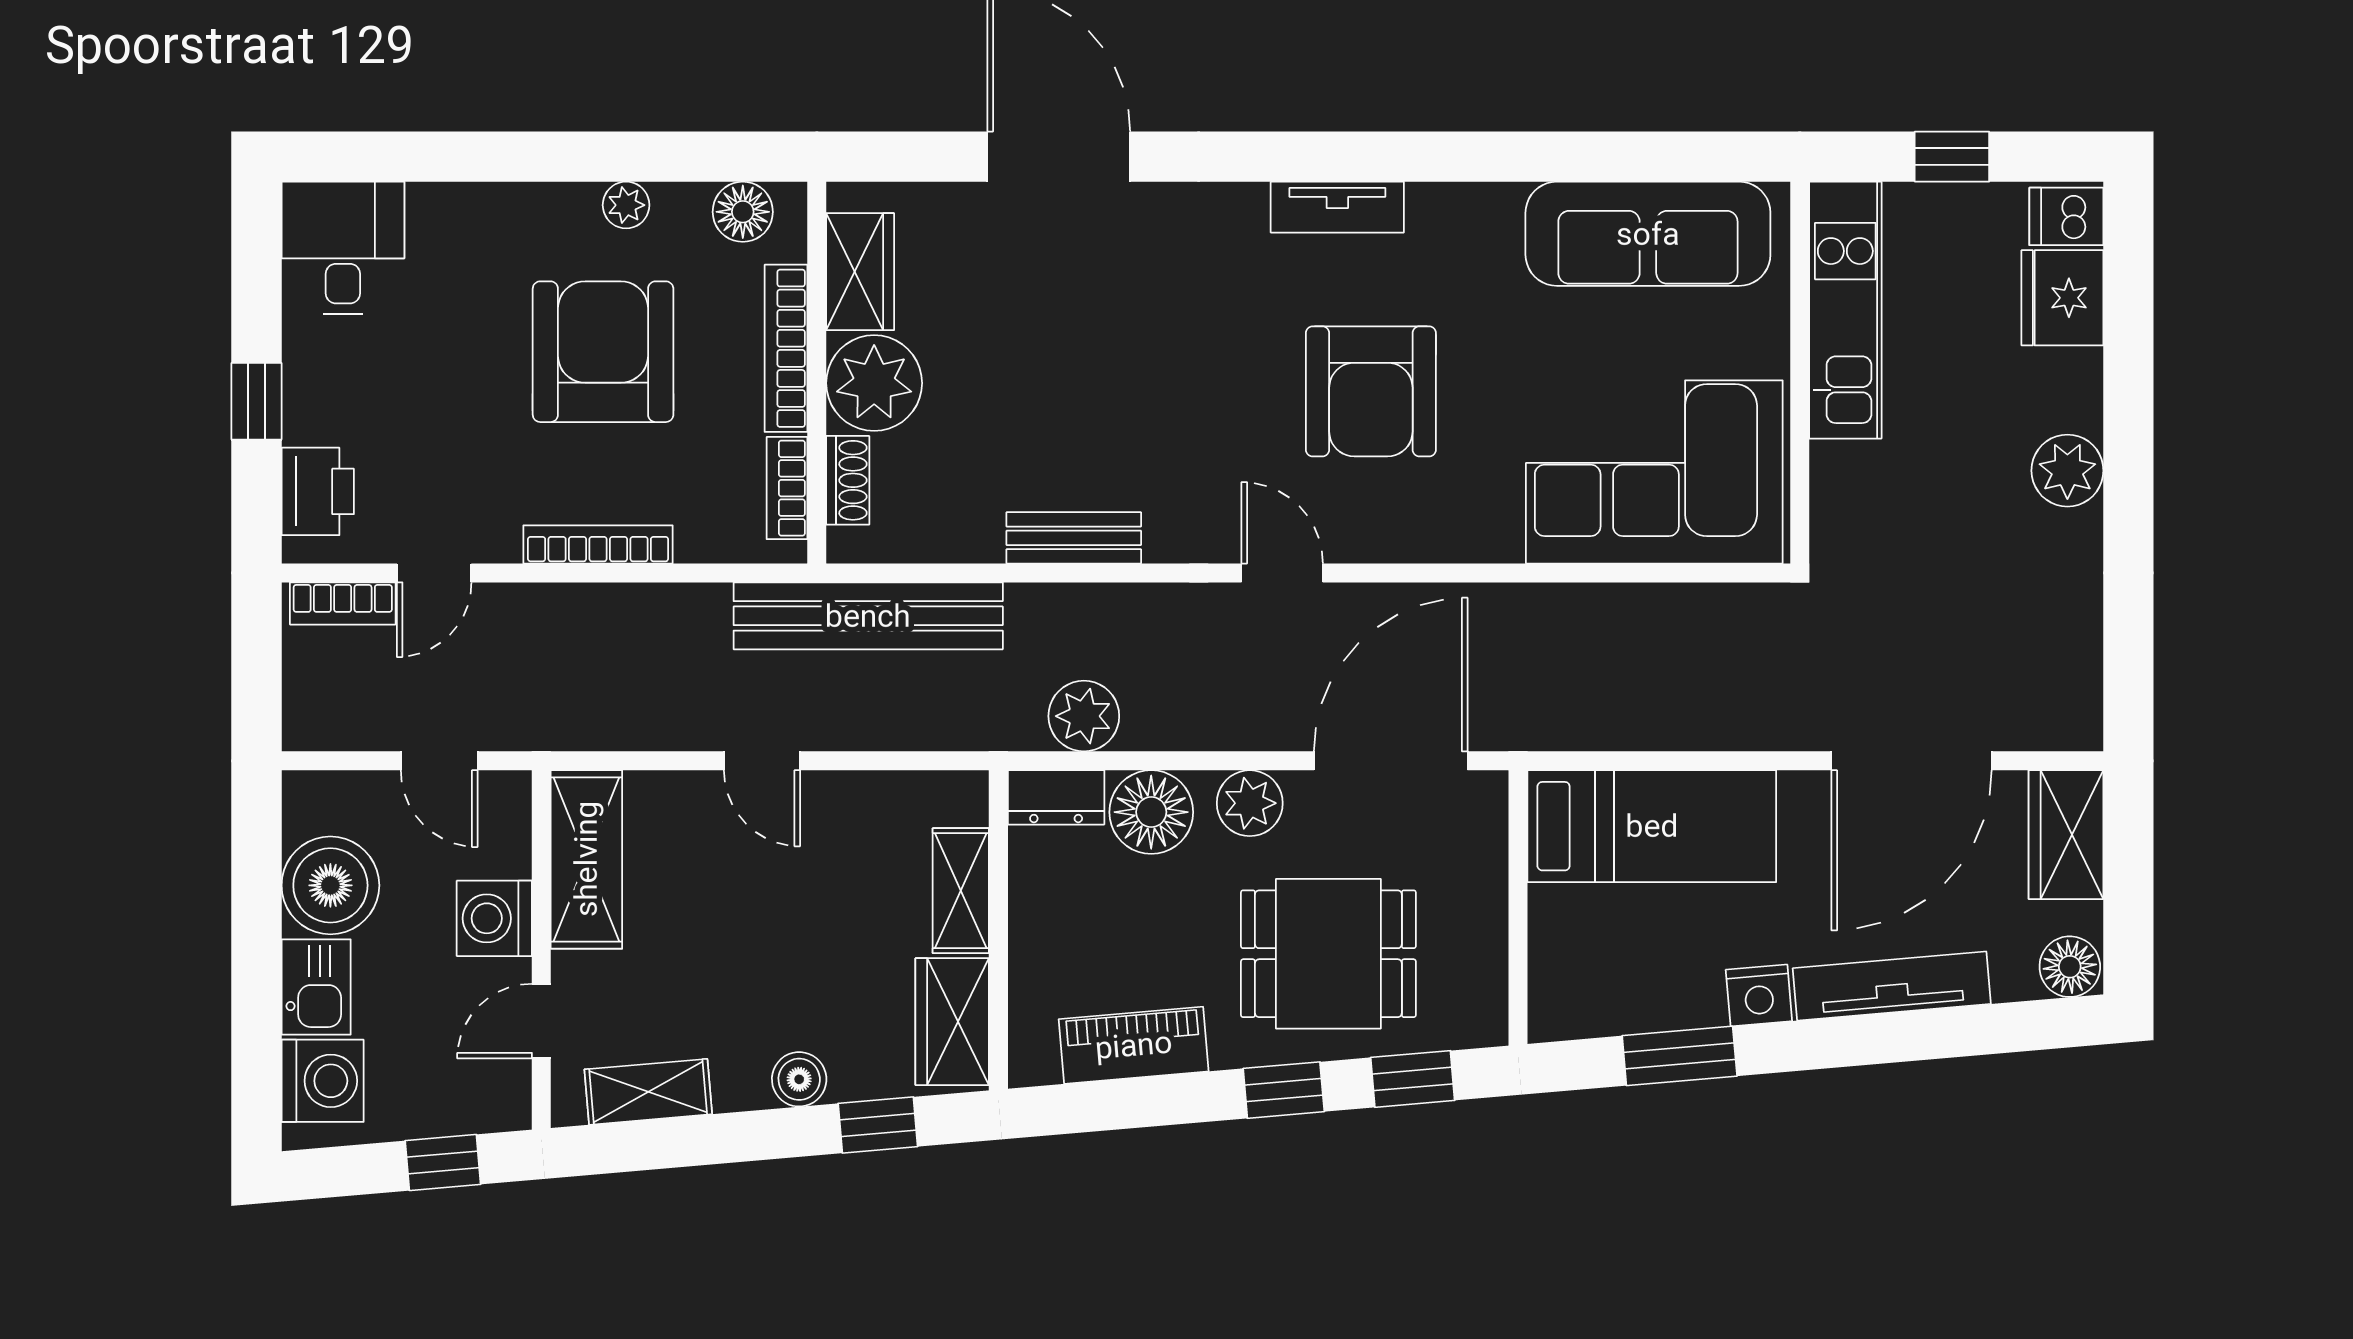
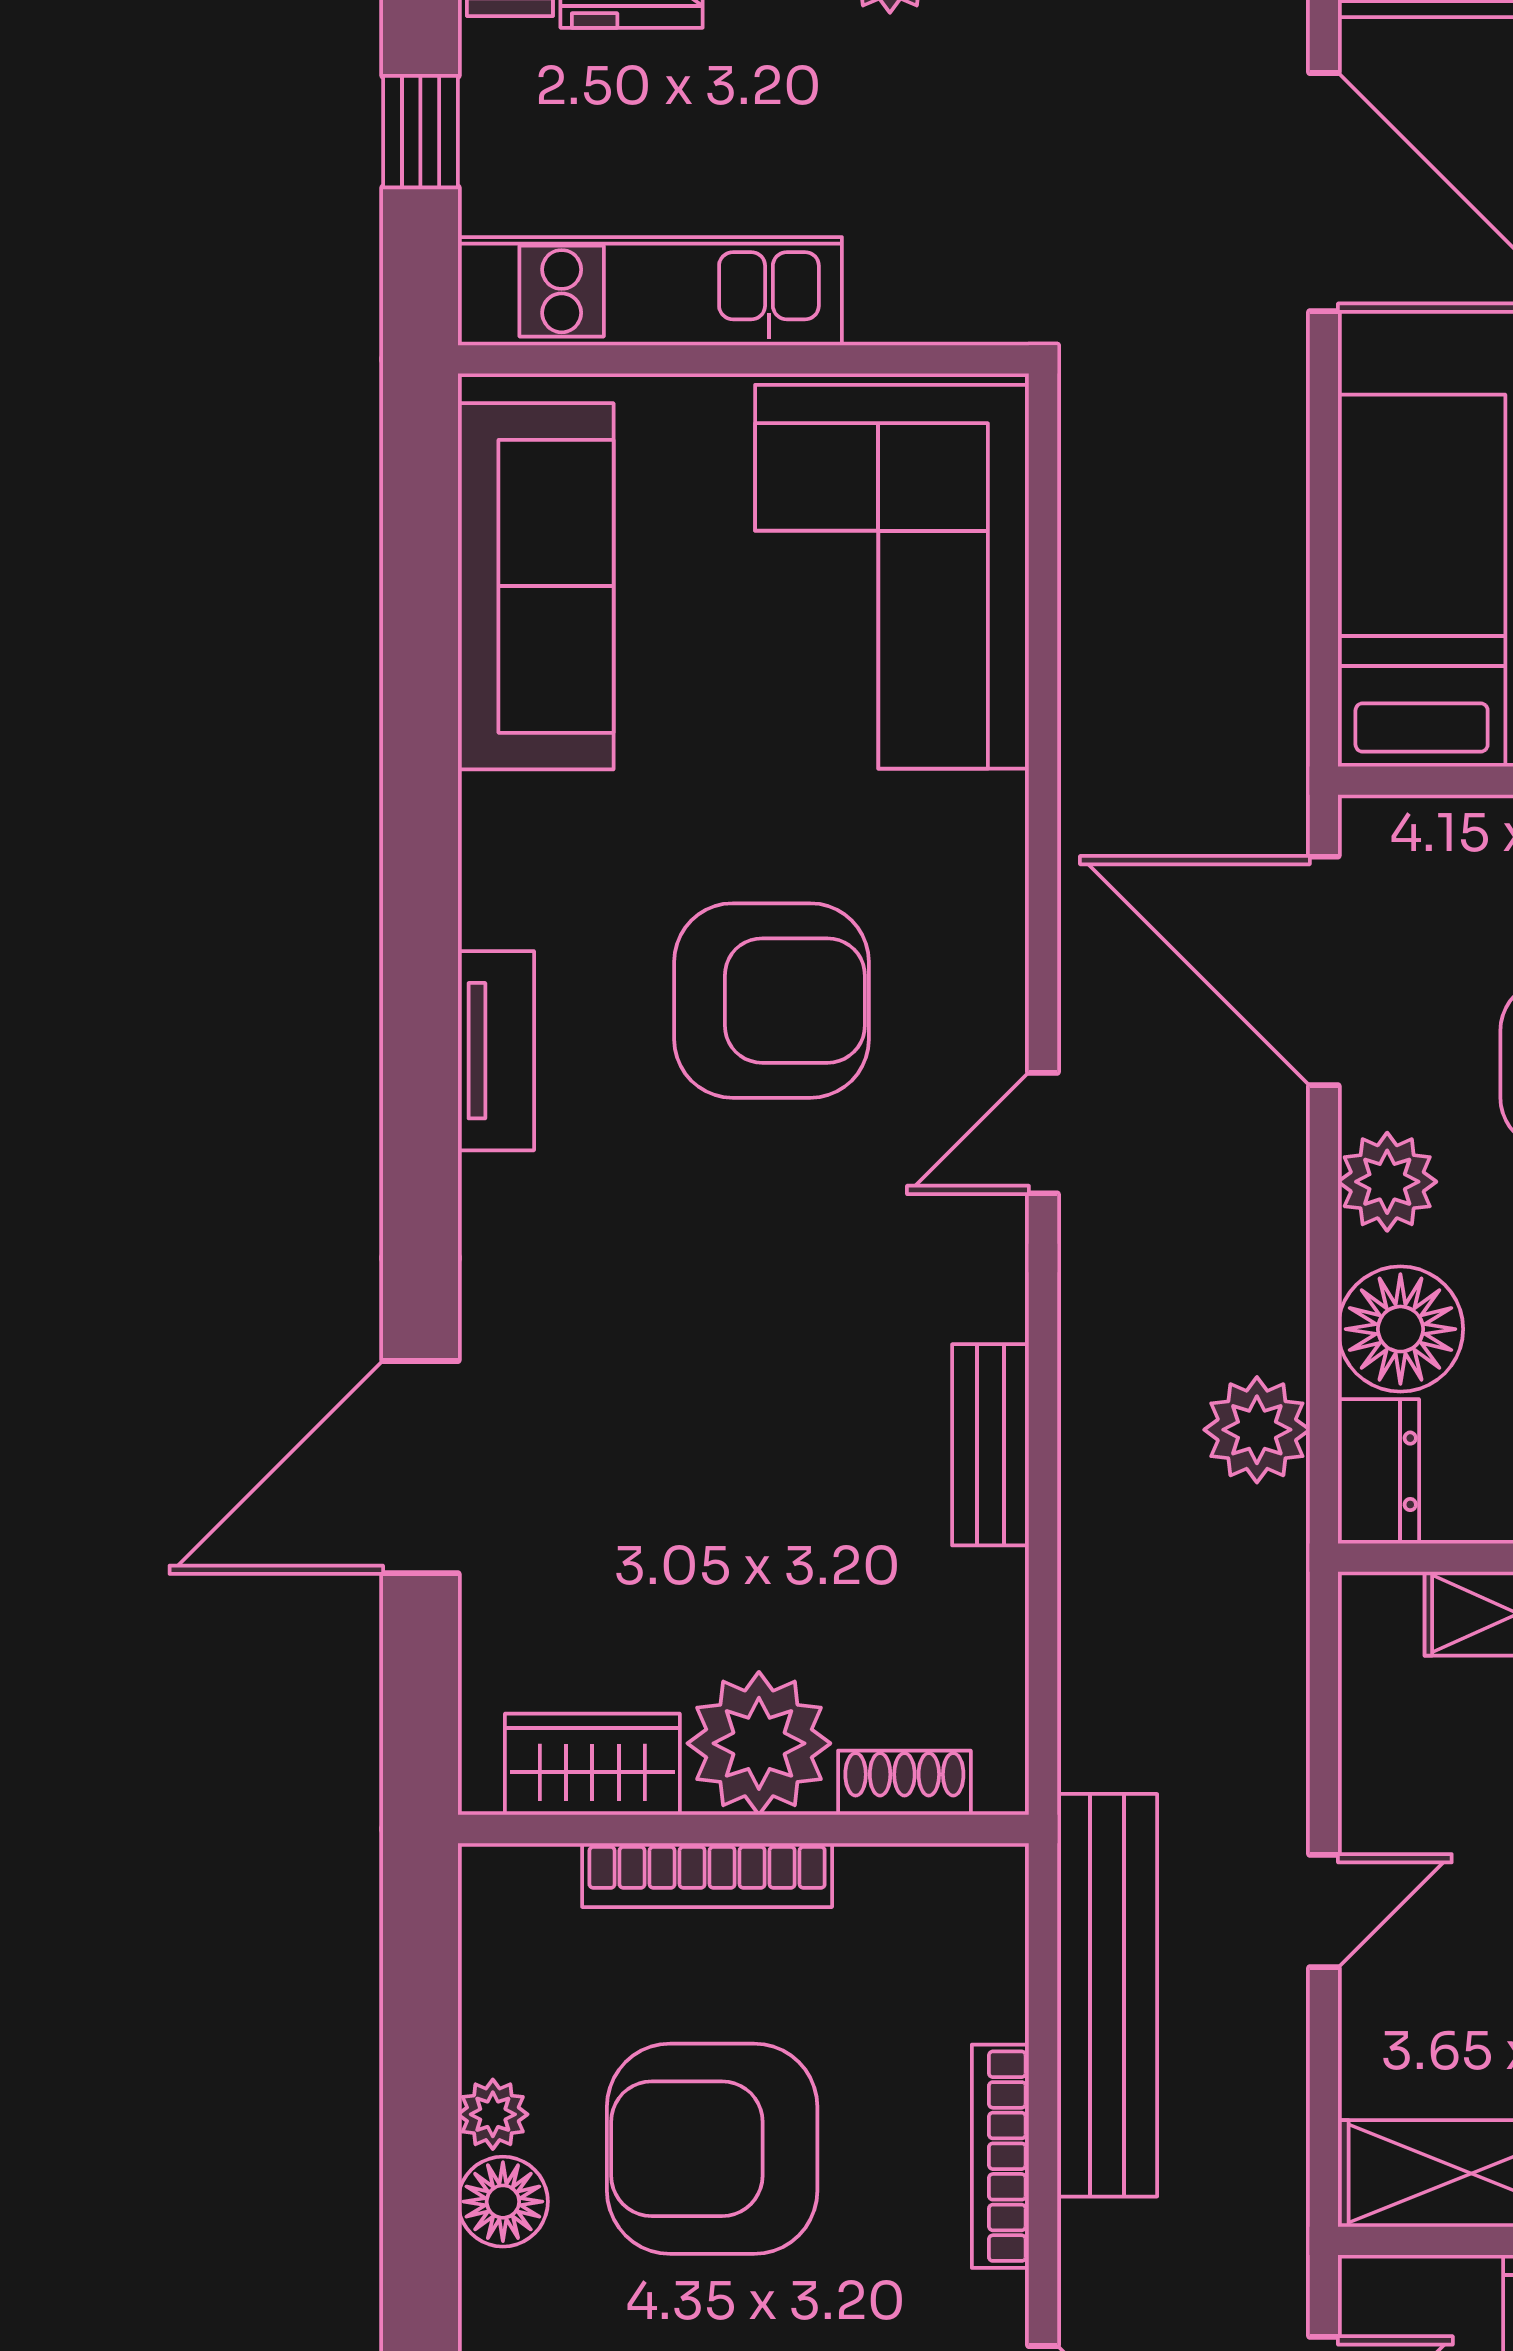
floor lamp: (743, 212) -> (503, 2202), moved
bookcase: (787, 488) -> (916, 1874), removed
bench: (868, 616) -> (1107, 1995), moved

